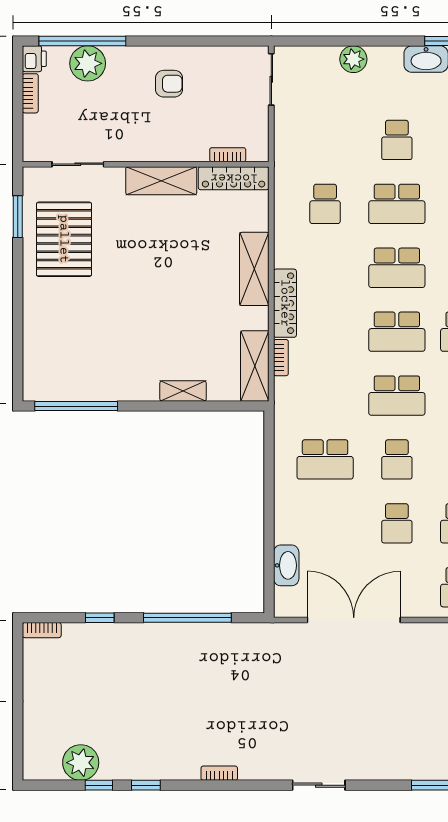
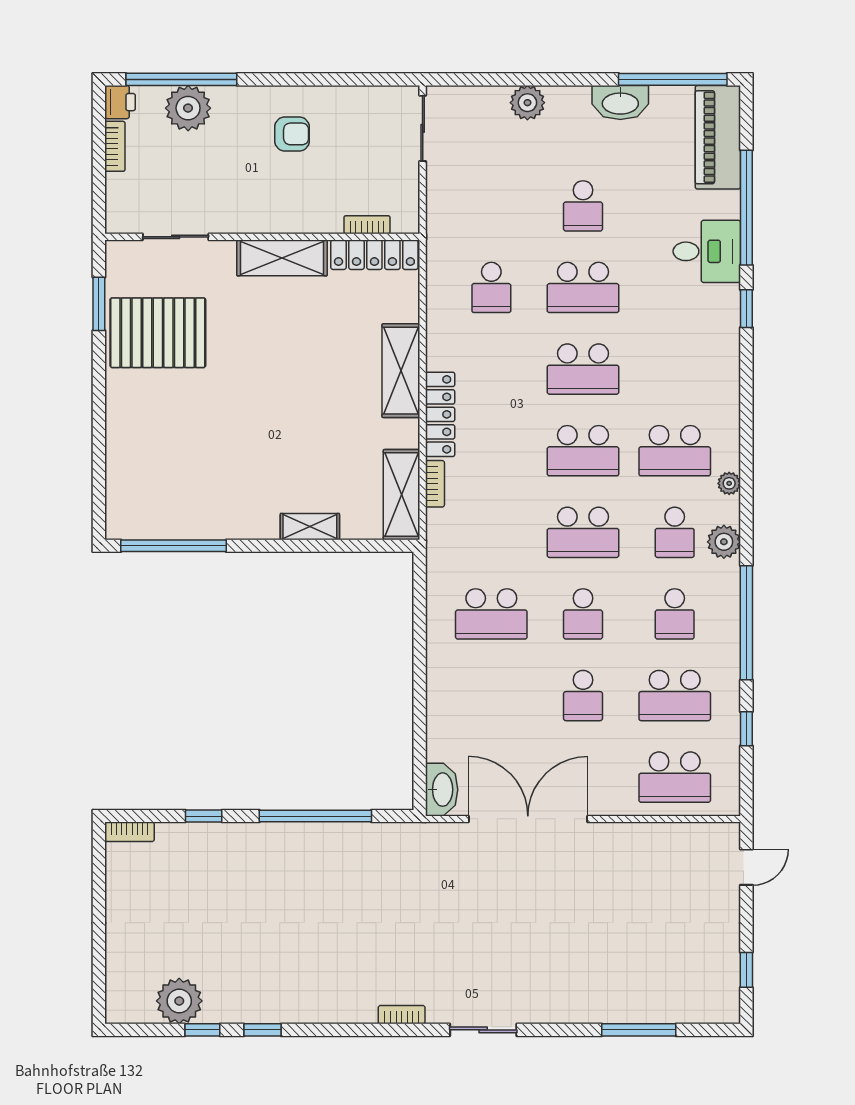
pallet: (64, 239) -> (158, 333), turned 90
washbasin: (286, 565) -> (442, 790), moved
bookcase: (219, 773) -> (402, 1015), moved

